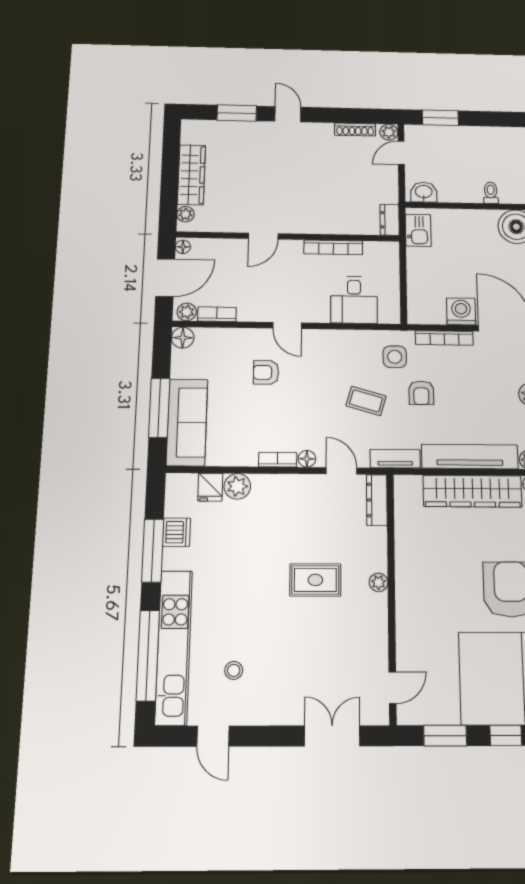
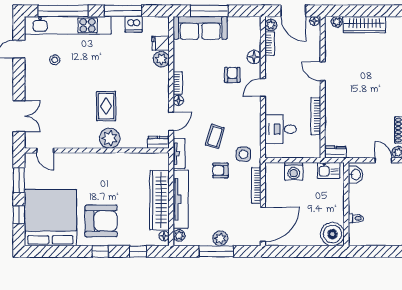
washing machine: (461, 311) -> (294, 171), moved, turned 90
floor lamp: (183, 338) -> (254, 57), moved
dresser: (377, 500) -> (158, 142), width x0.70
plant: (379, 582) -> (110, 138), width x1.88, depth x1.88

